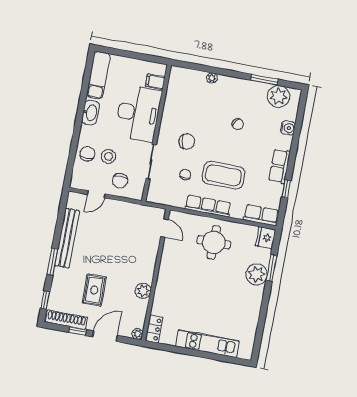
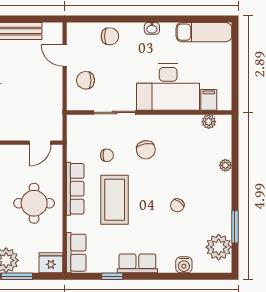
plant: (173, 85) -> (209, 122), added
washbasin: (91, 113) -> (152, 28), width x0.52, depth x0.69
stool: (109, 156) -> (111, 62), removed

